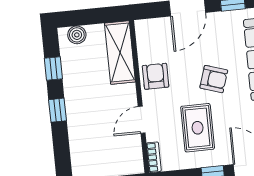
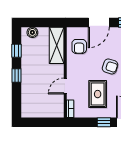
armchair: (156, 76) -> (79, 46), moved, turned 180

